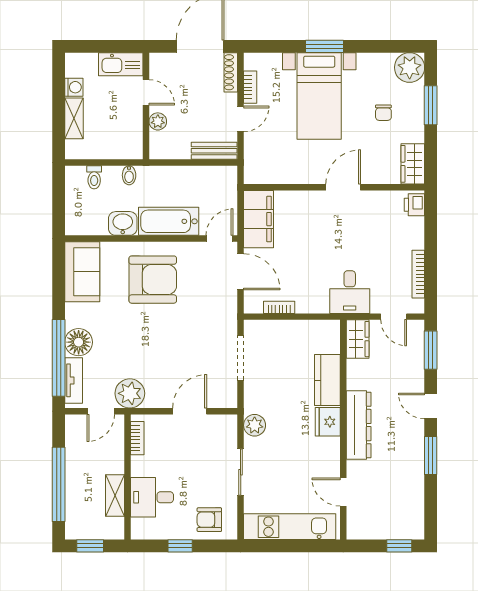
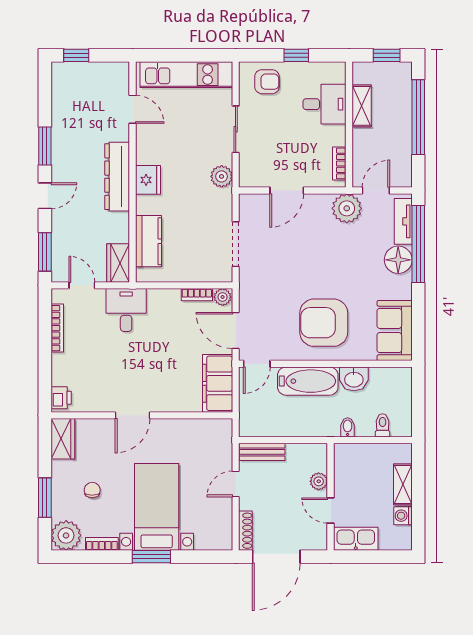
bookcase: (250, 87) -> (102, 544), moved, turned 90
plant: (254, 305) -> (223, 297), added
kitchen counter: (327, 380) -> (148, 241), moved
door: (431, 406) -> (45, 196), hinge flipped

